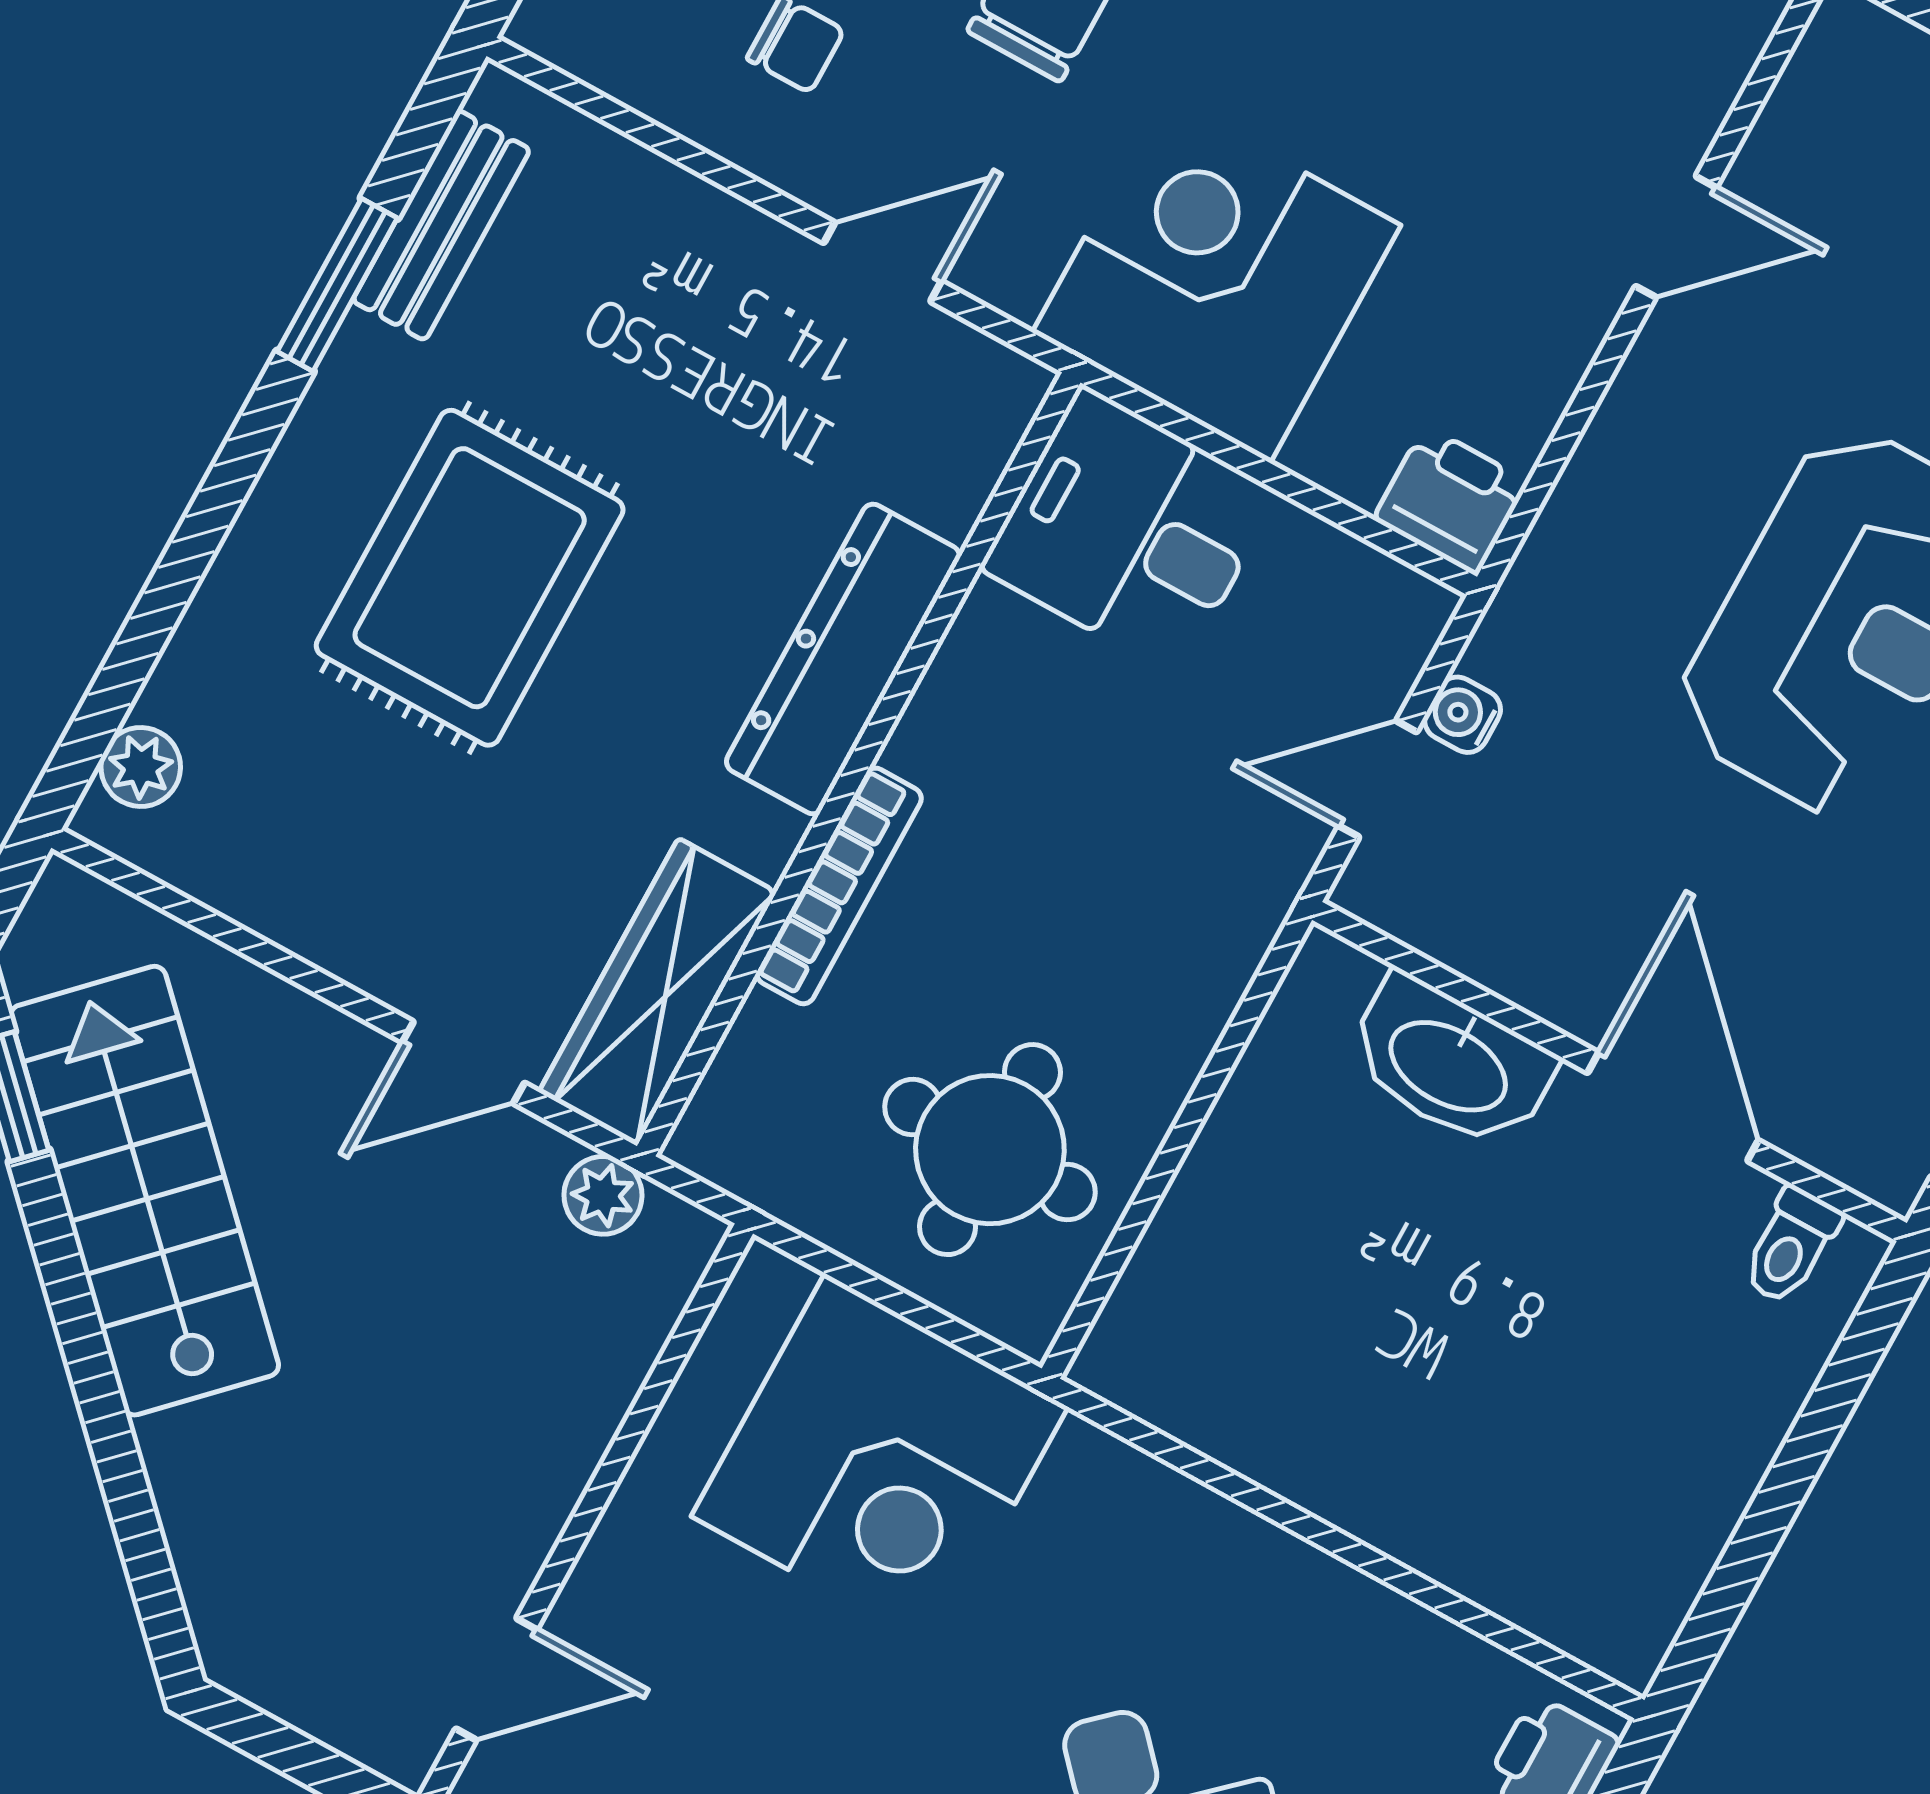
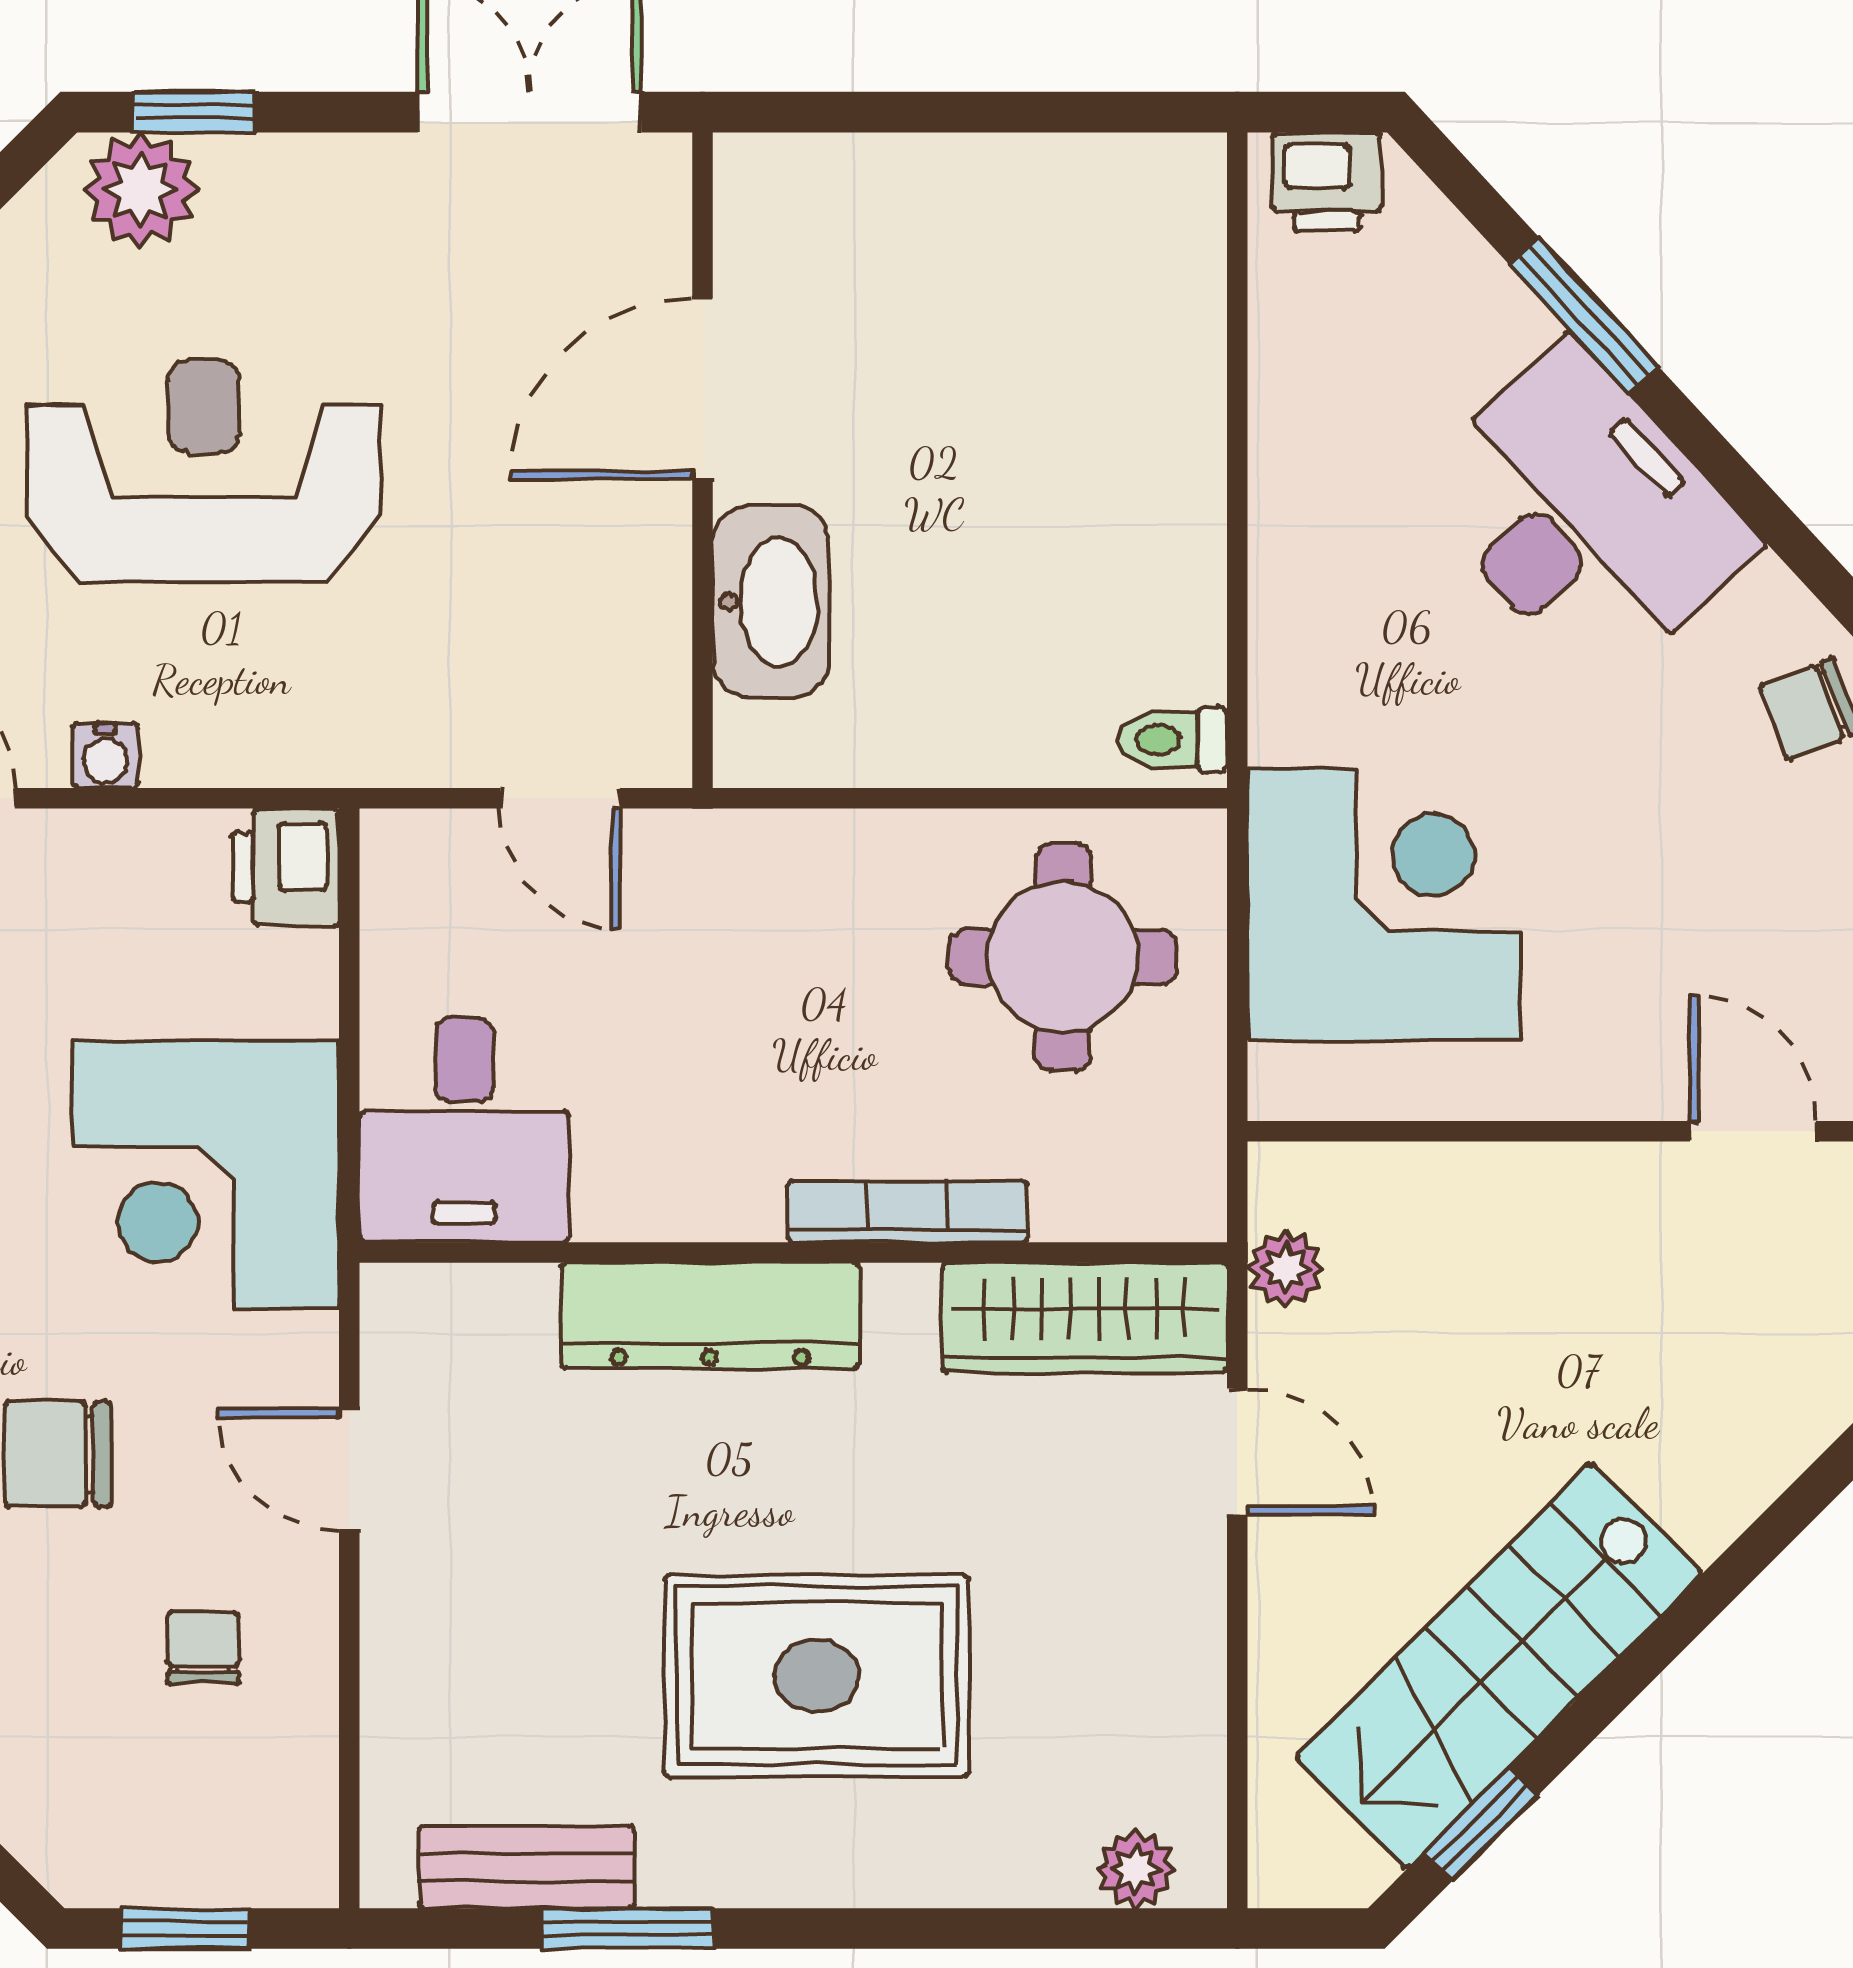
water cooler: (1463, 715) -> (106, 756), moved
toilet: (1791, 1246) -> (1173, 740), moved, turned 180

